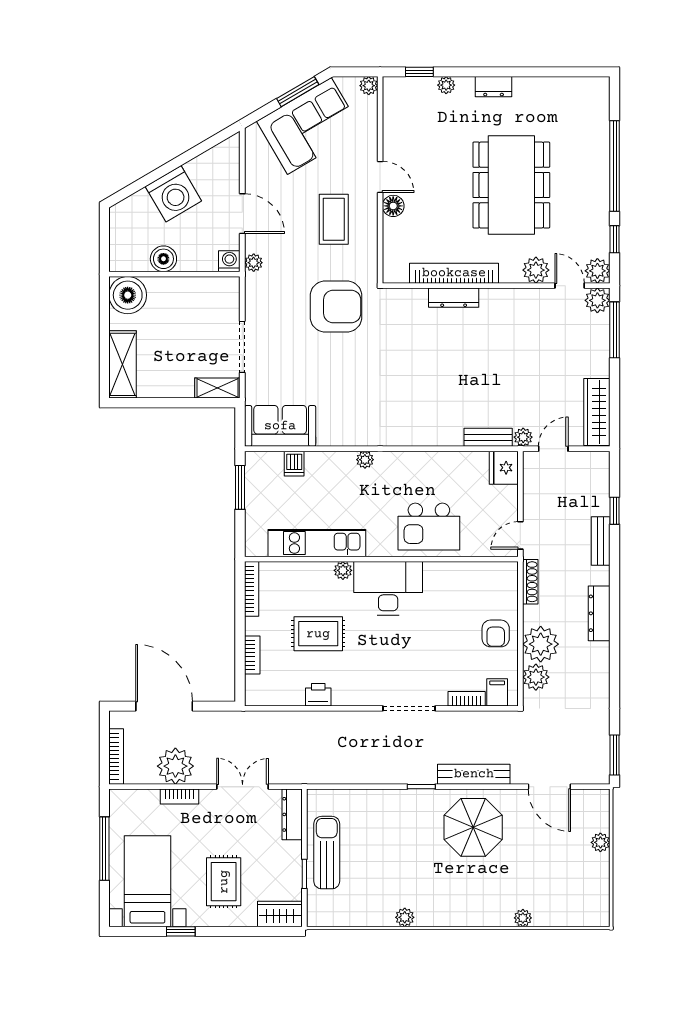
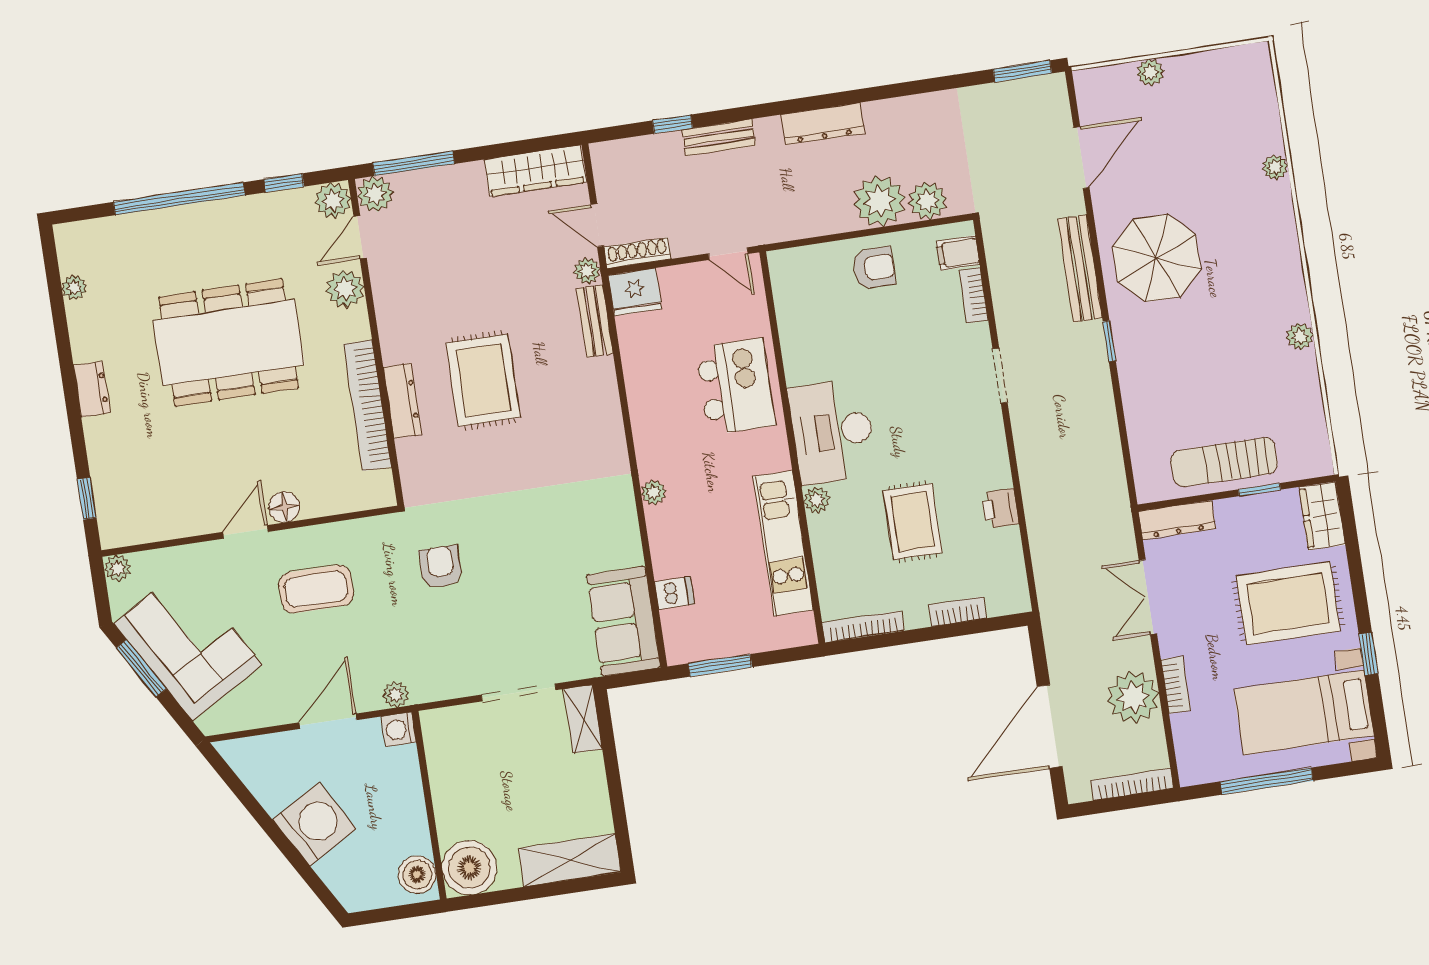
plant: (446, 85) -> (74, 288), moved
boiler: (163, 259) -> (417, 875), moved
armchair: (336, 307) -> (441, 567), width x0.53, depth x0.53
rug: (459, 355) -> (483, 380), added
shoe rack: (530, 582) -> (637, 253), moved
doorway: (409, 708) -> (1000, 376), width x0.73
rug: (224, 882) -> (1288, 603), width x1.36, depth x1.43

